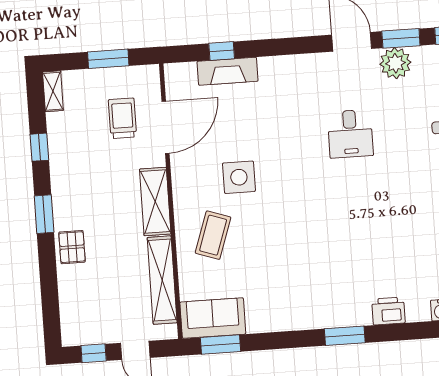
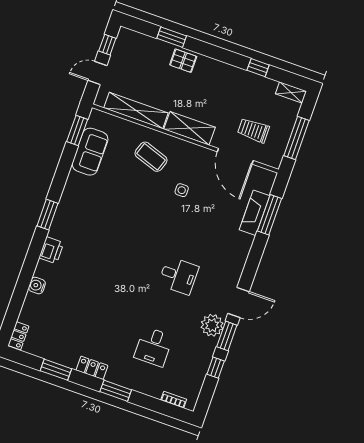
window: (222, 51) -> (269, 215), width x2.17
window: (108, 59) -> (297, 138), width x1.44
trolley: (122, 118) -> (253, 130), turned 180
desk: (350, 134) -> (179, 276), turned 180
side table: (239, 177) -> (182, 190), width x0.54, depth x0.54
window: (44, 214) -> (172, 37), moved
sofa: (213, 318) -> (90, 152), moved

